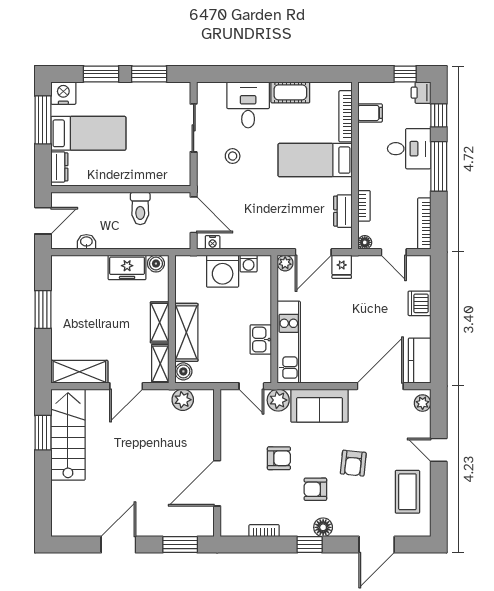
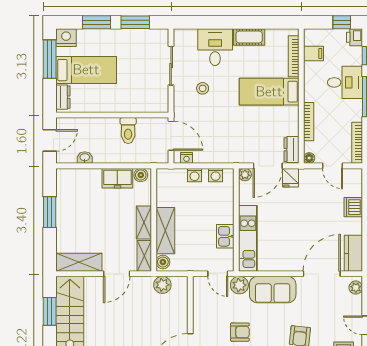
bookcase: (364, 206) -> (309, 122), width x1.56
dresser: (343, 211) -> (292, 150), moved
washing machine: (223, 271) -> (195, 175), width x0.53, depth x0.53

